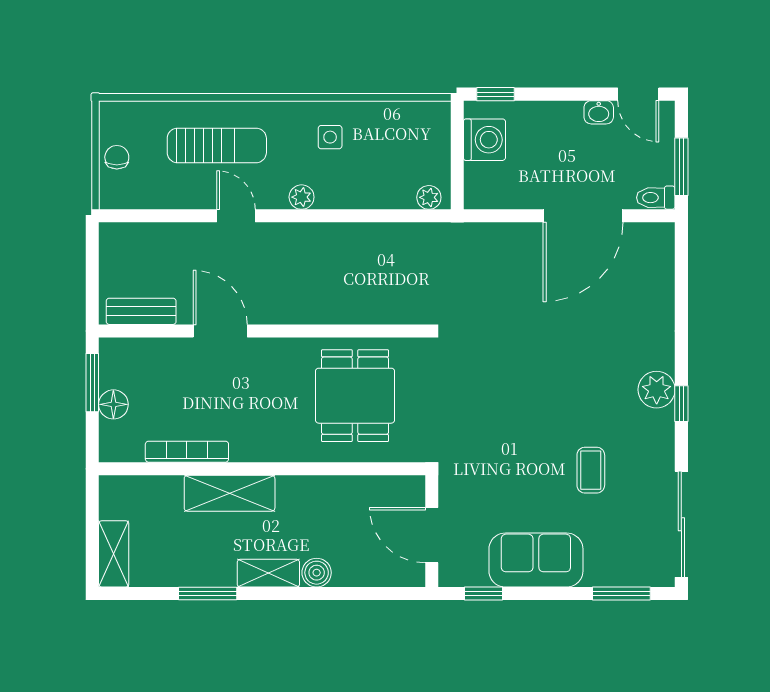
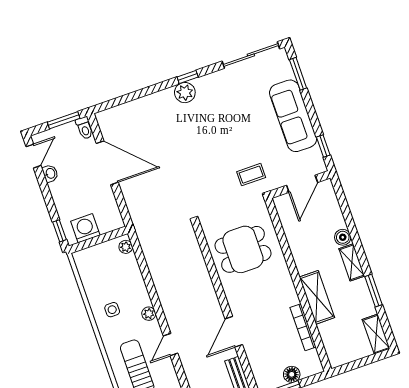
coffee table: (591, 470) -> (251, 175), moved
shelving: (114, 554) -> (376, 334), moved, turned 90
sofa: (536, 560) -> (293, 116), width x1.36

